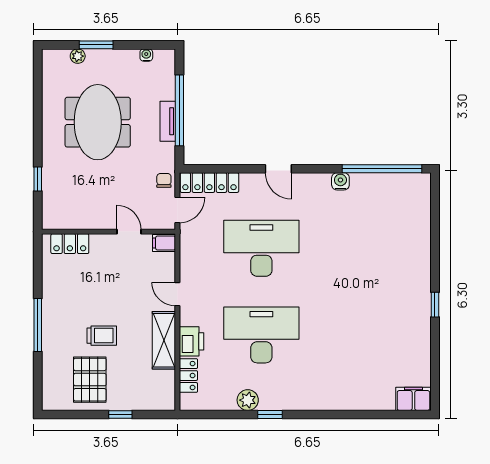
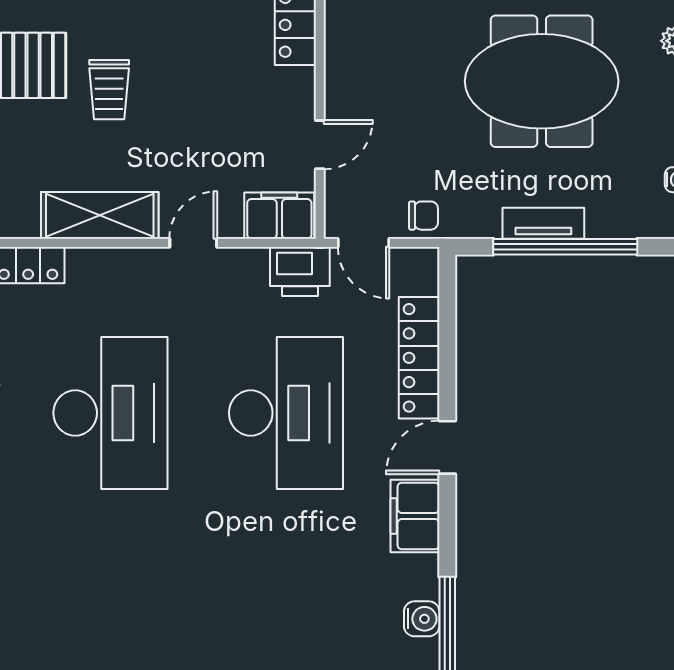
water cooler: (340, 181) -> (422, 619), moved
locker: (209, 183) -> (419, 358), moved
filing cabinet: (312, 185) -> (415, 516), added
filing cabinet: (164, 243) -> (279, 216), width x2.00
printer: (192, 341) -> (300, 271), moved

